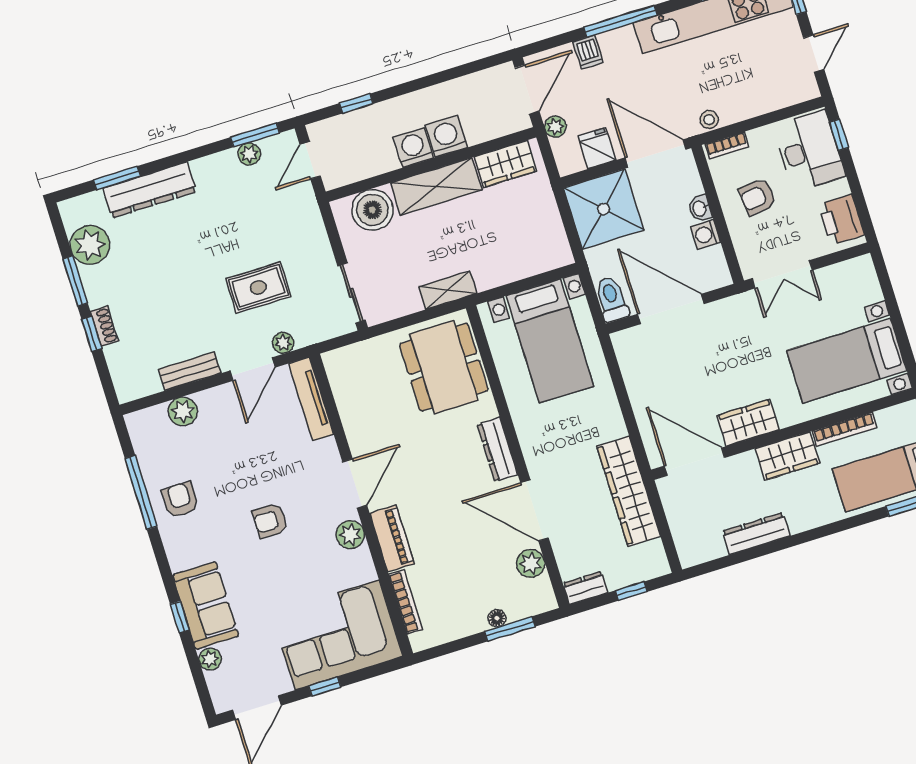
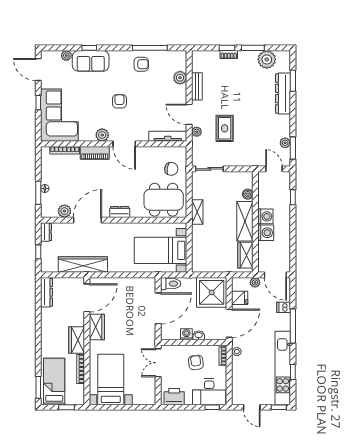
boiler: (372, 210) -> (248, 194), width x0.54, depth x0.54
chair: (376, 371) -> (171, 169), added
dresser: (497, 450) -> (120, 212), width x0.70
dresser: (756, 534) -> (47, 292), moved

